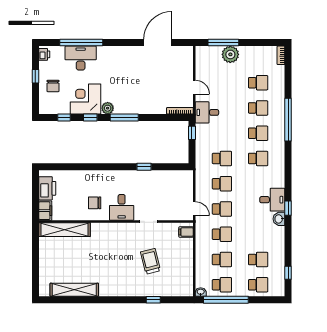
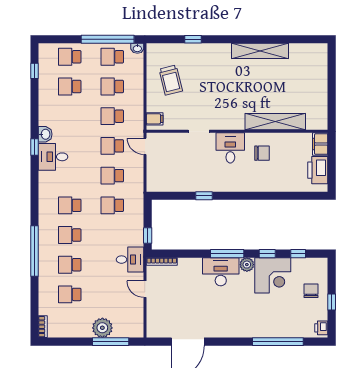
desk: (81, 58) -> (221, 272), moved, turned 180
shelving: (65, 230) -> (275, 122), moved
trolley: (150, 261) -> (171, 80), moved
shelving: (74, 290) -> (260, 51), moved

